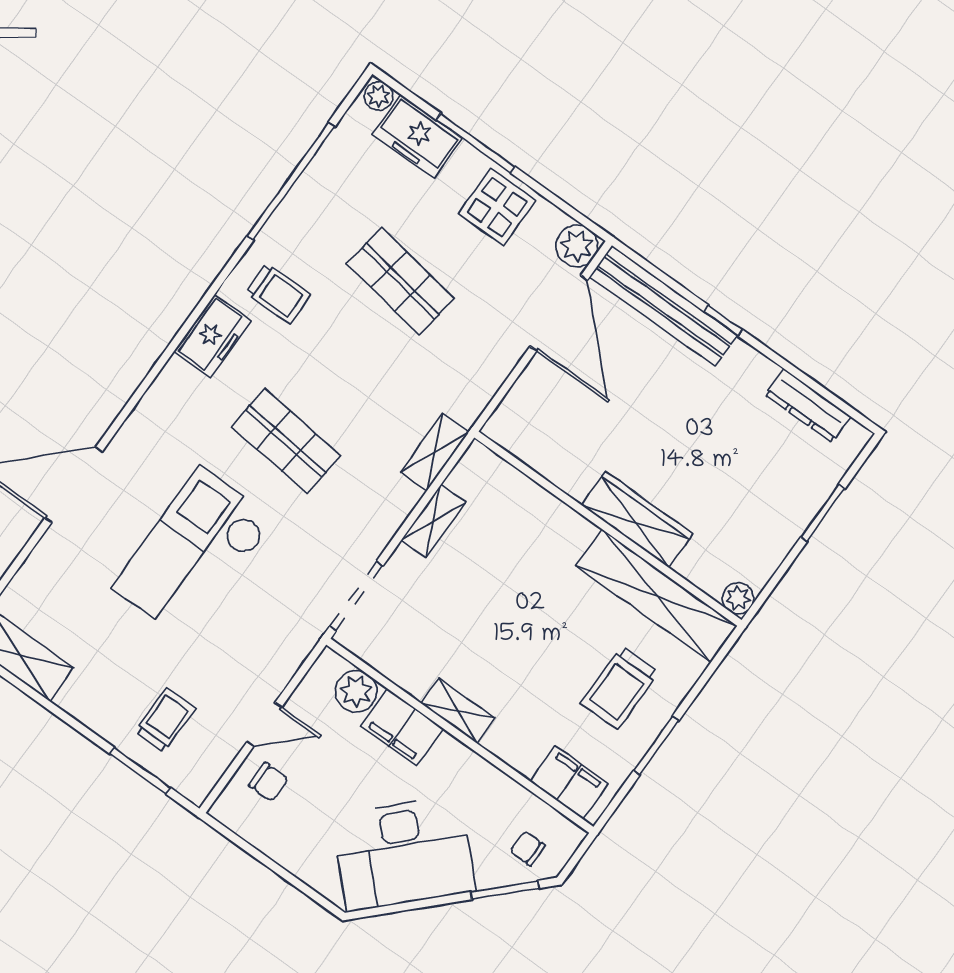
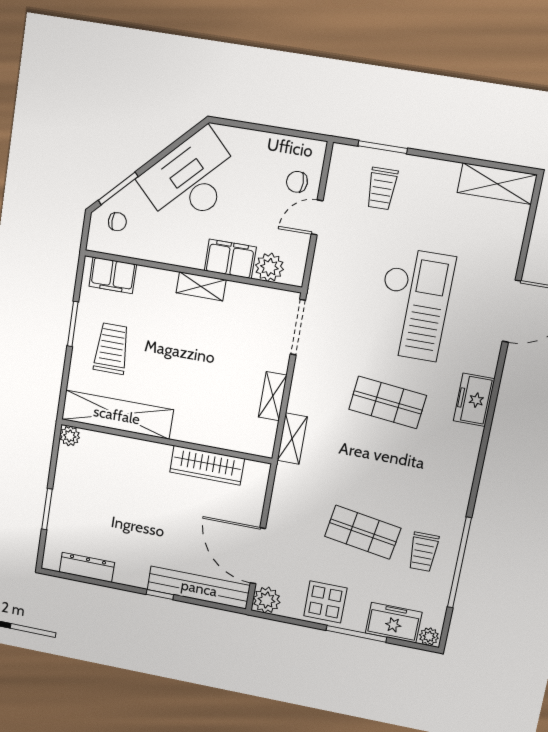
trolley: (278, 294) -> (423, 552), moved, turned -90
freezer: (213, 336) -> (474, 400), moved
wardrobe: (637, 519) -> (207, 465), moved

